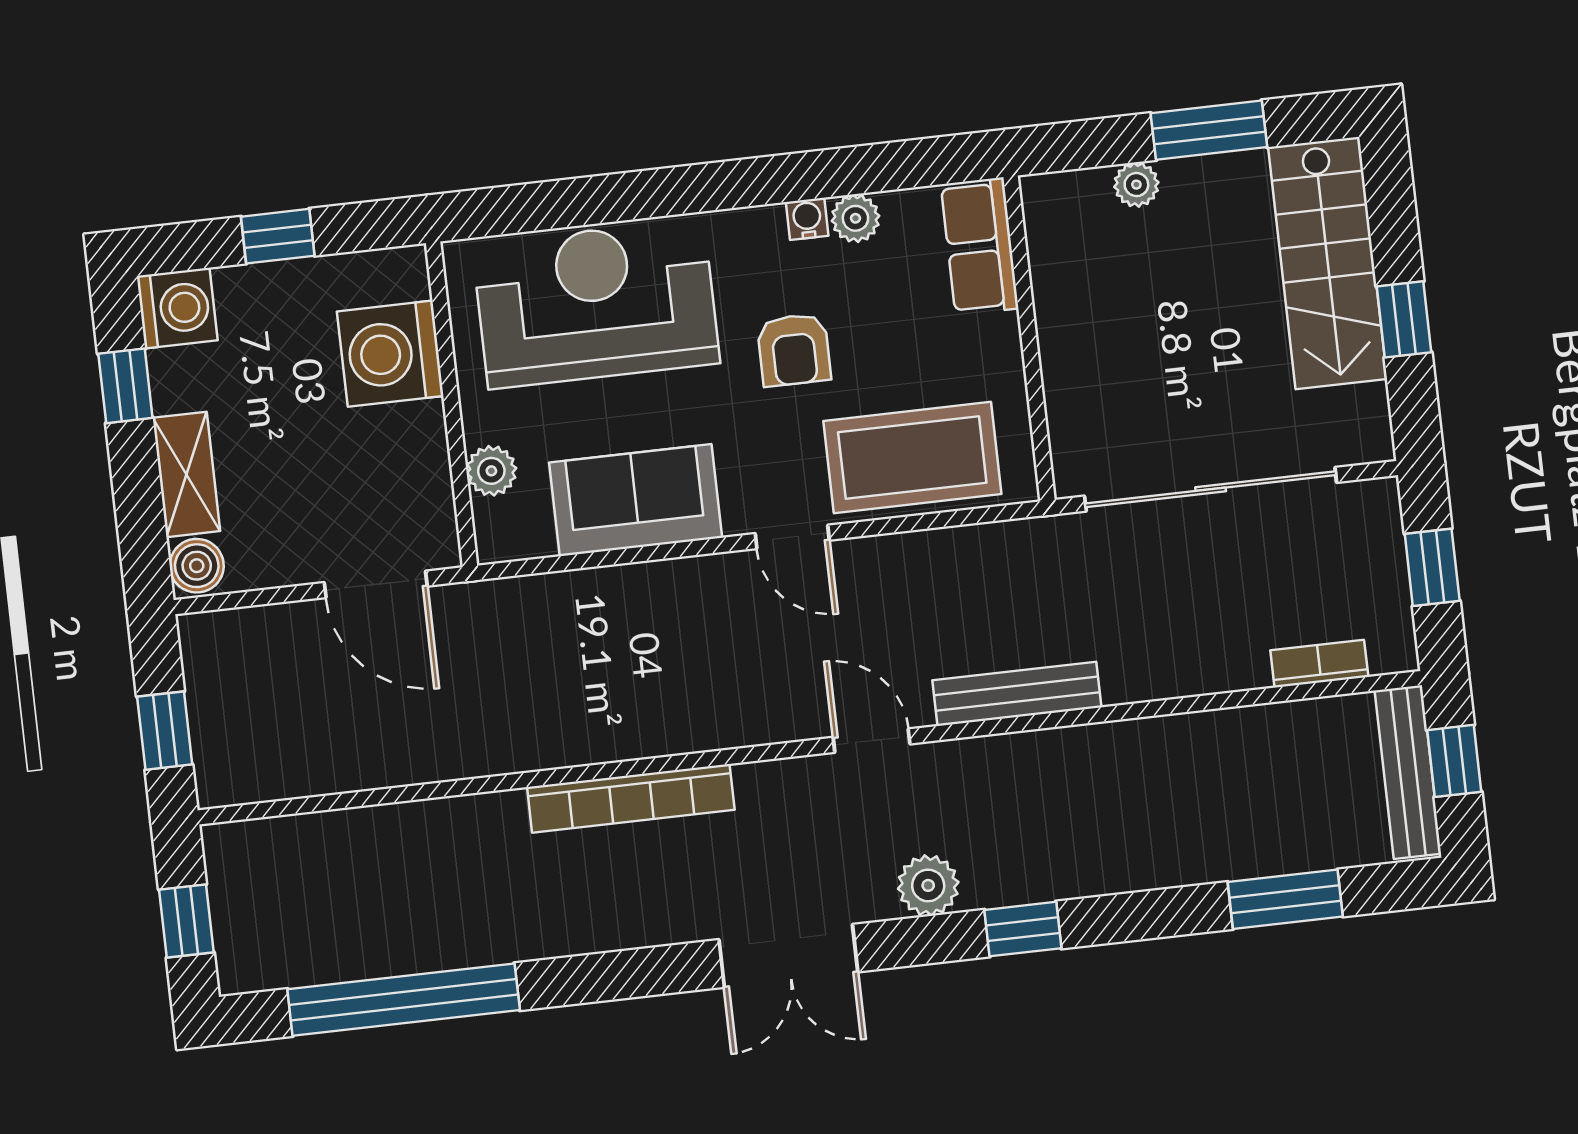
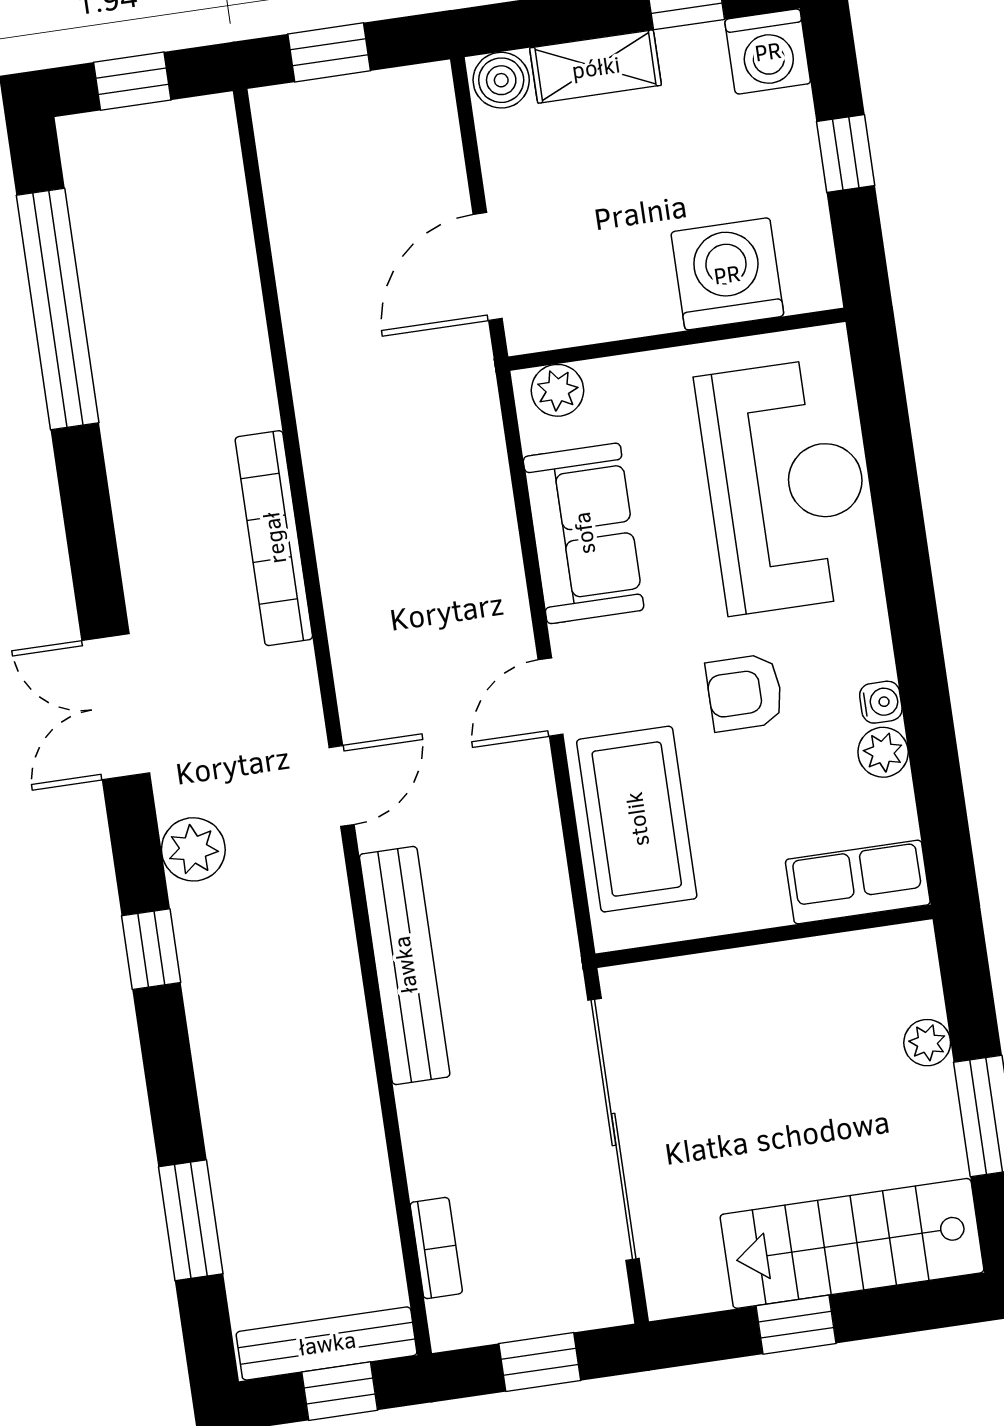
plant: (491, 471) -> (557, 390), moved
bench: (1017, 694) -> (405, 965), width x1.37, depth x1.21

